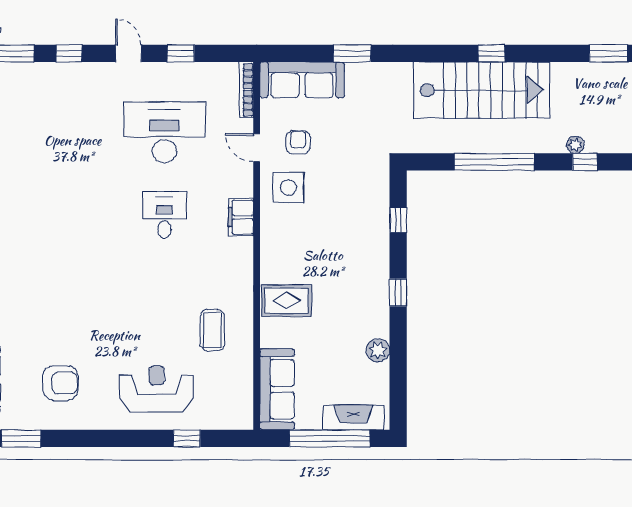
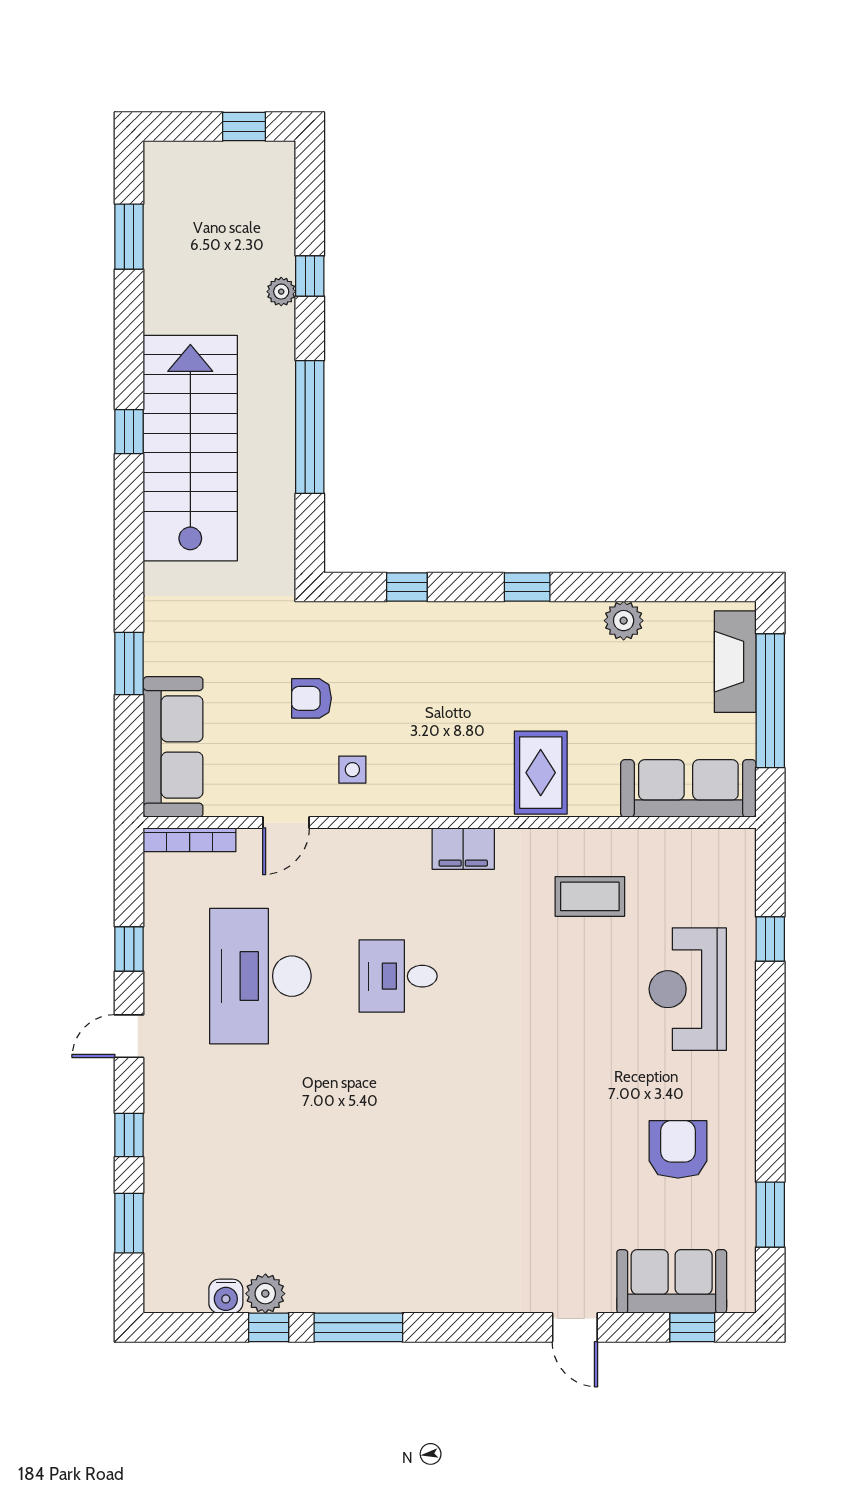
armchair: (298, 142) -> (311, 698), moved
side table: (288, 188) -> (352, 770), width x0.54, depth x0.54
filing cabinet: (241, 217) -> (463, 849), moved

